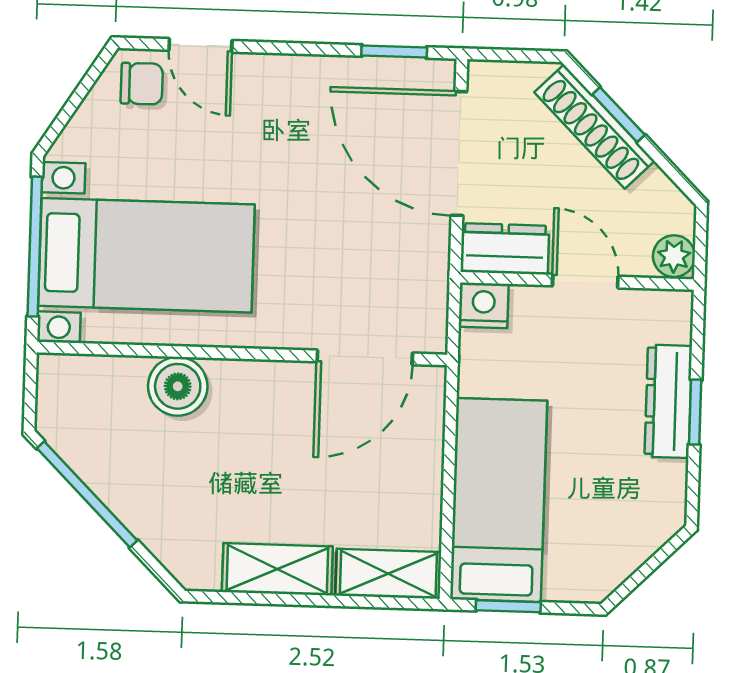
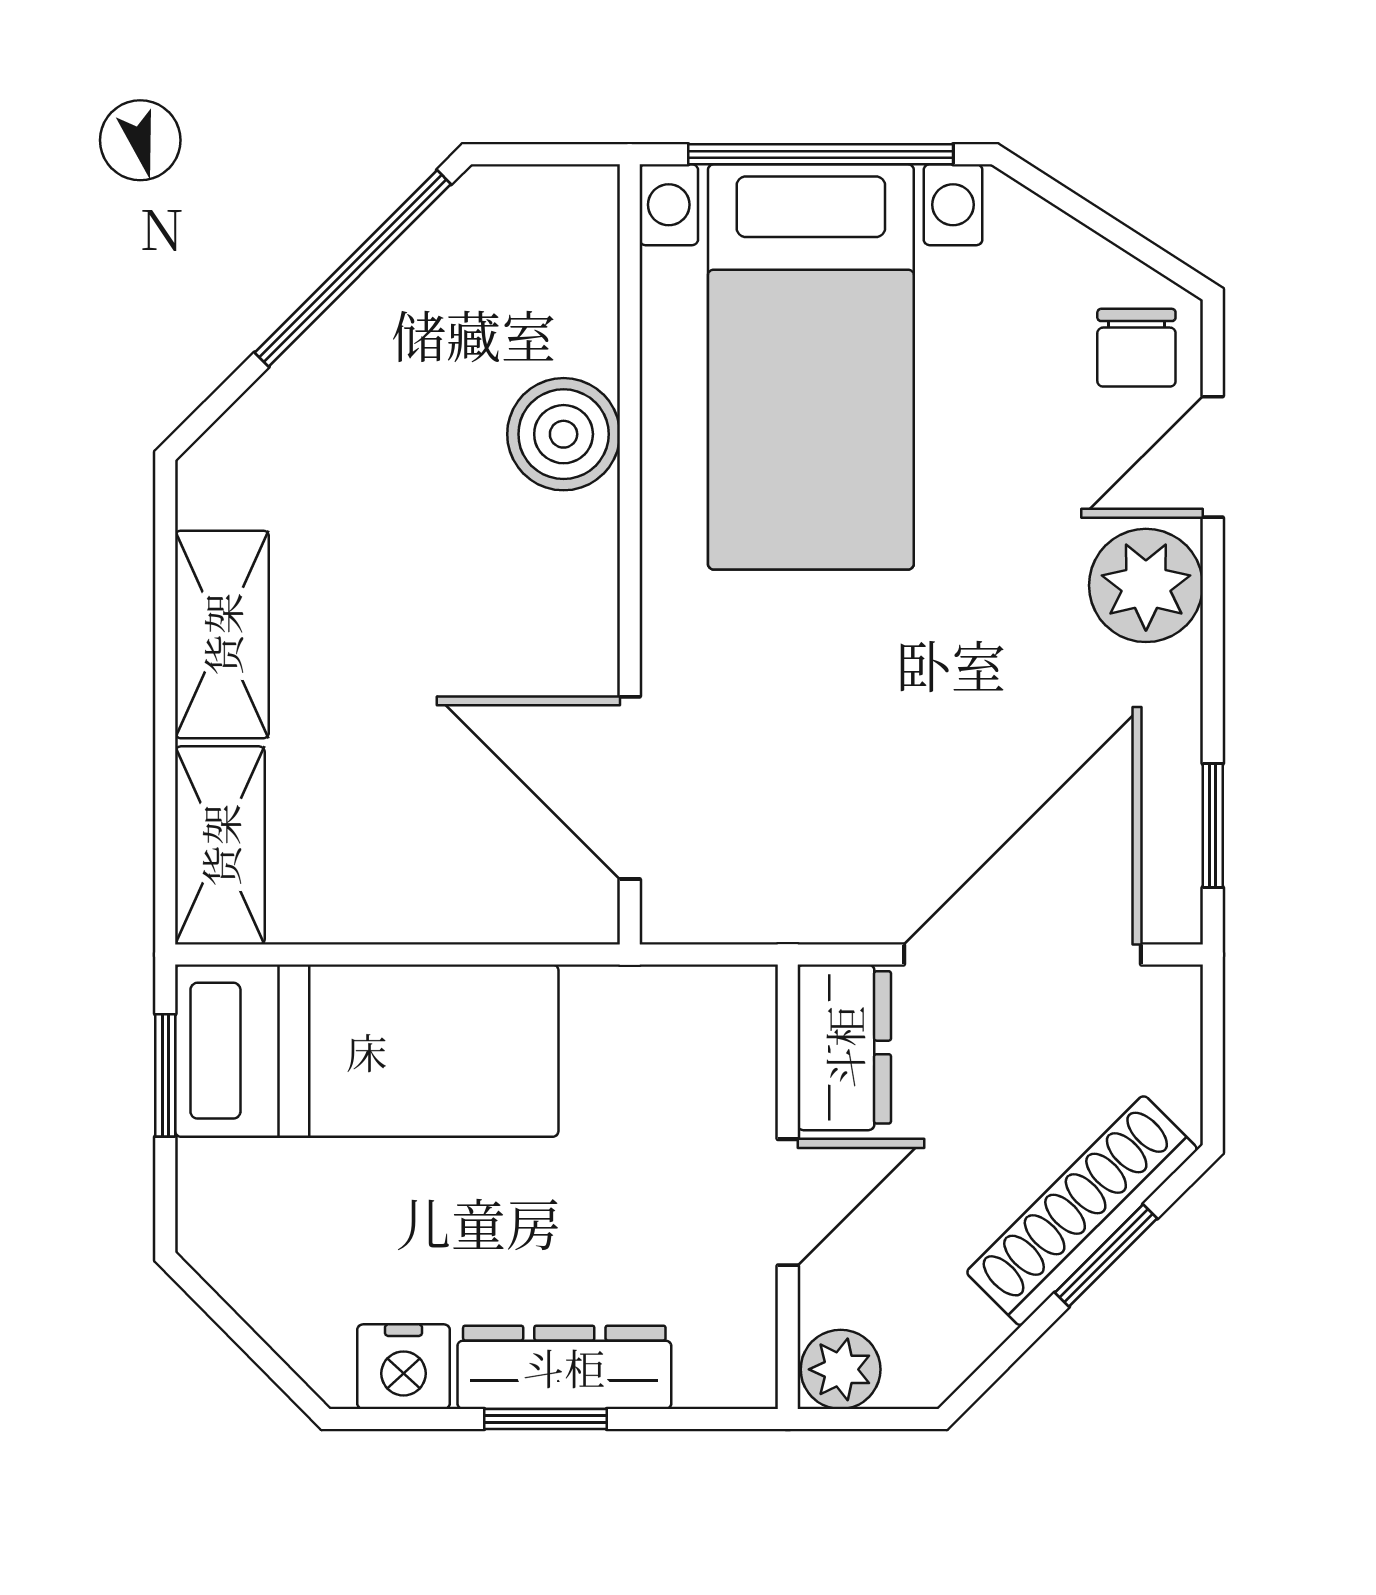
plant: (267, 83) -> (1146, 585), added
nightstand: (484, 305) -> (404, 1367), moved, turned 90

